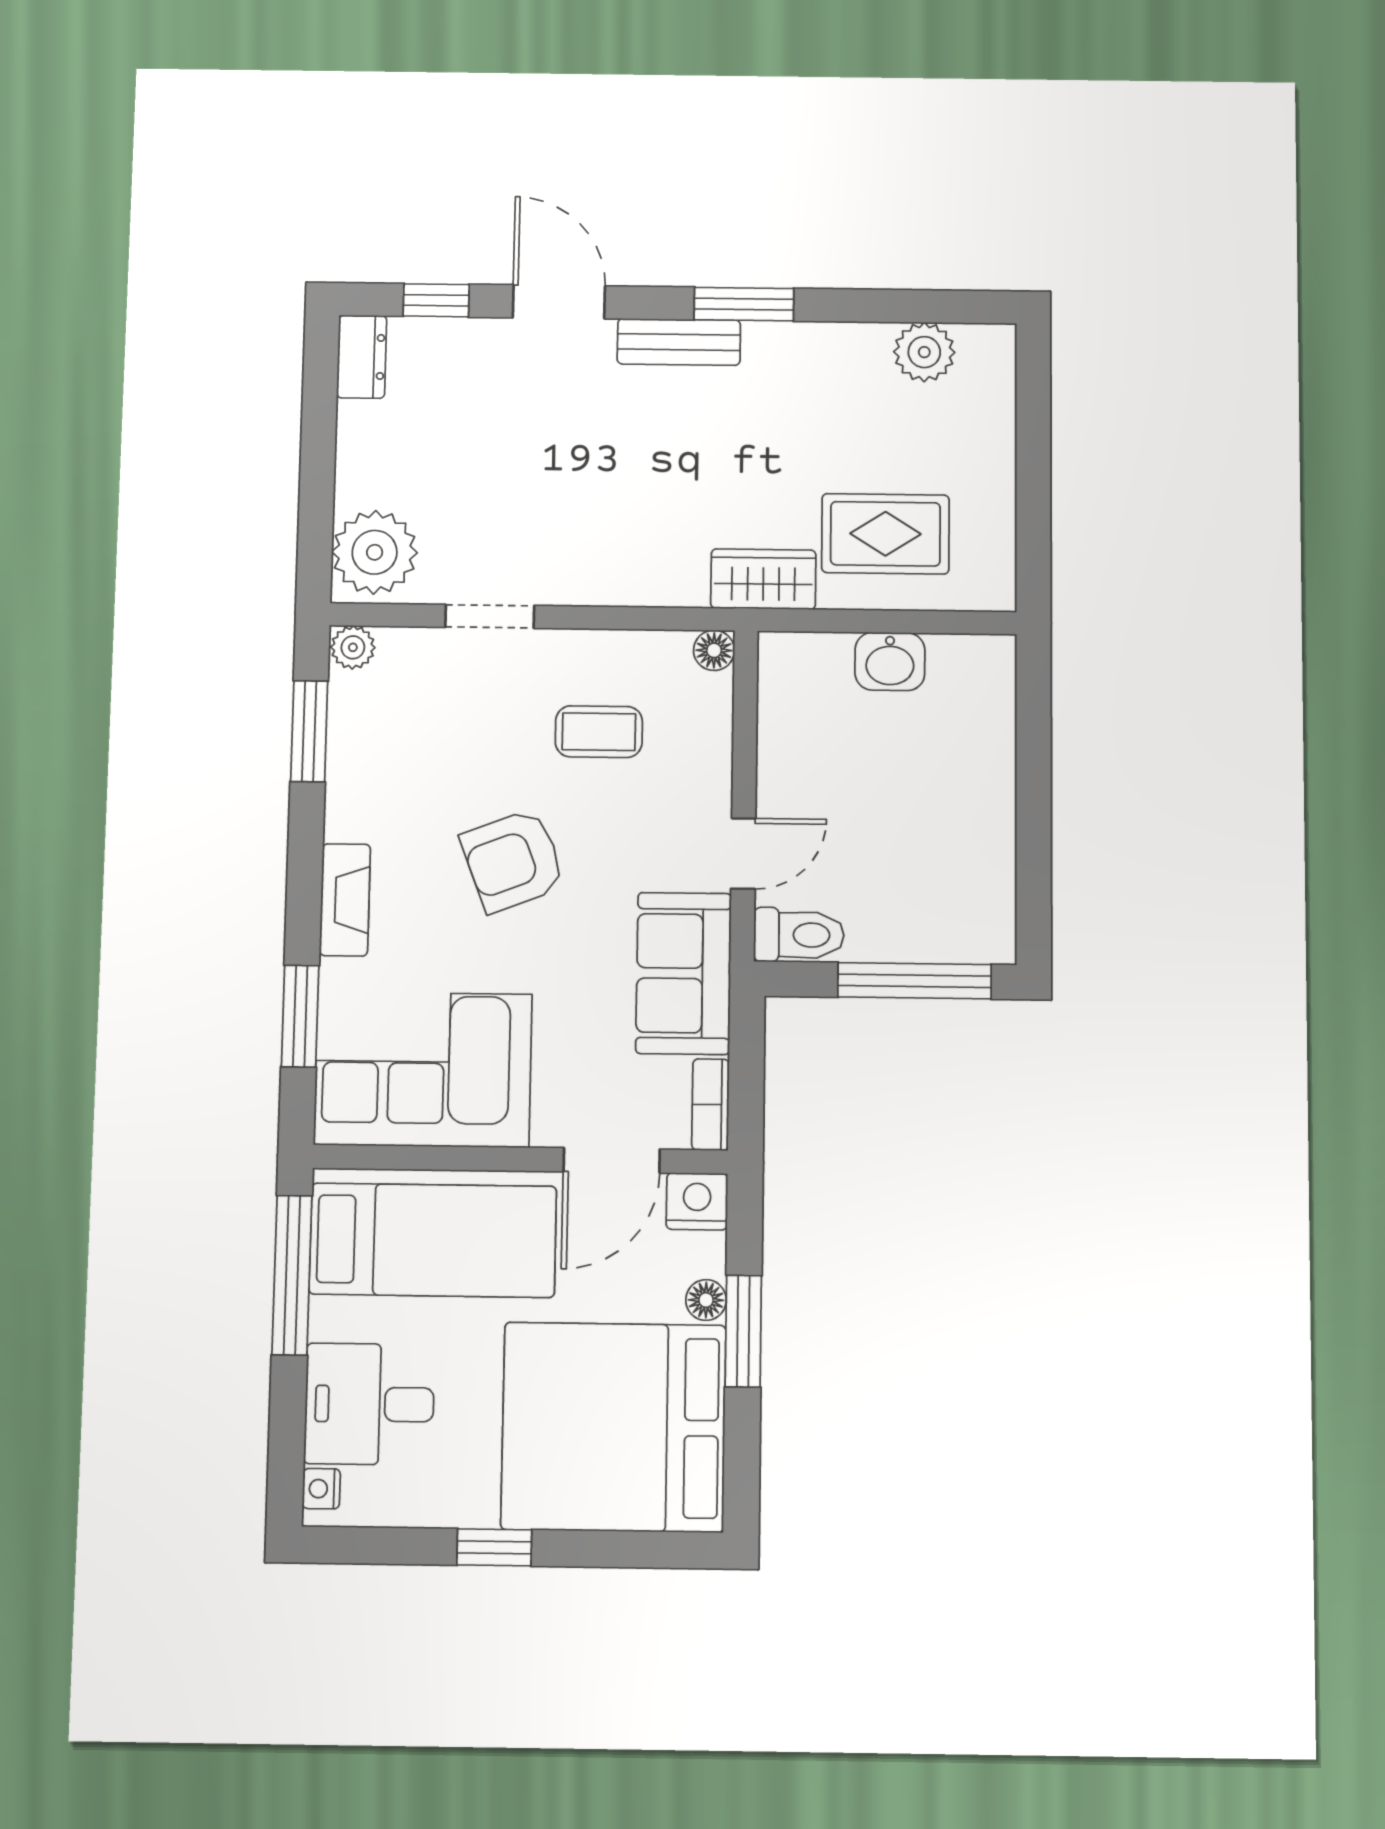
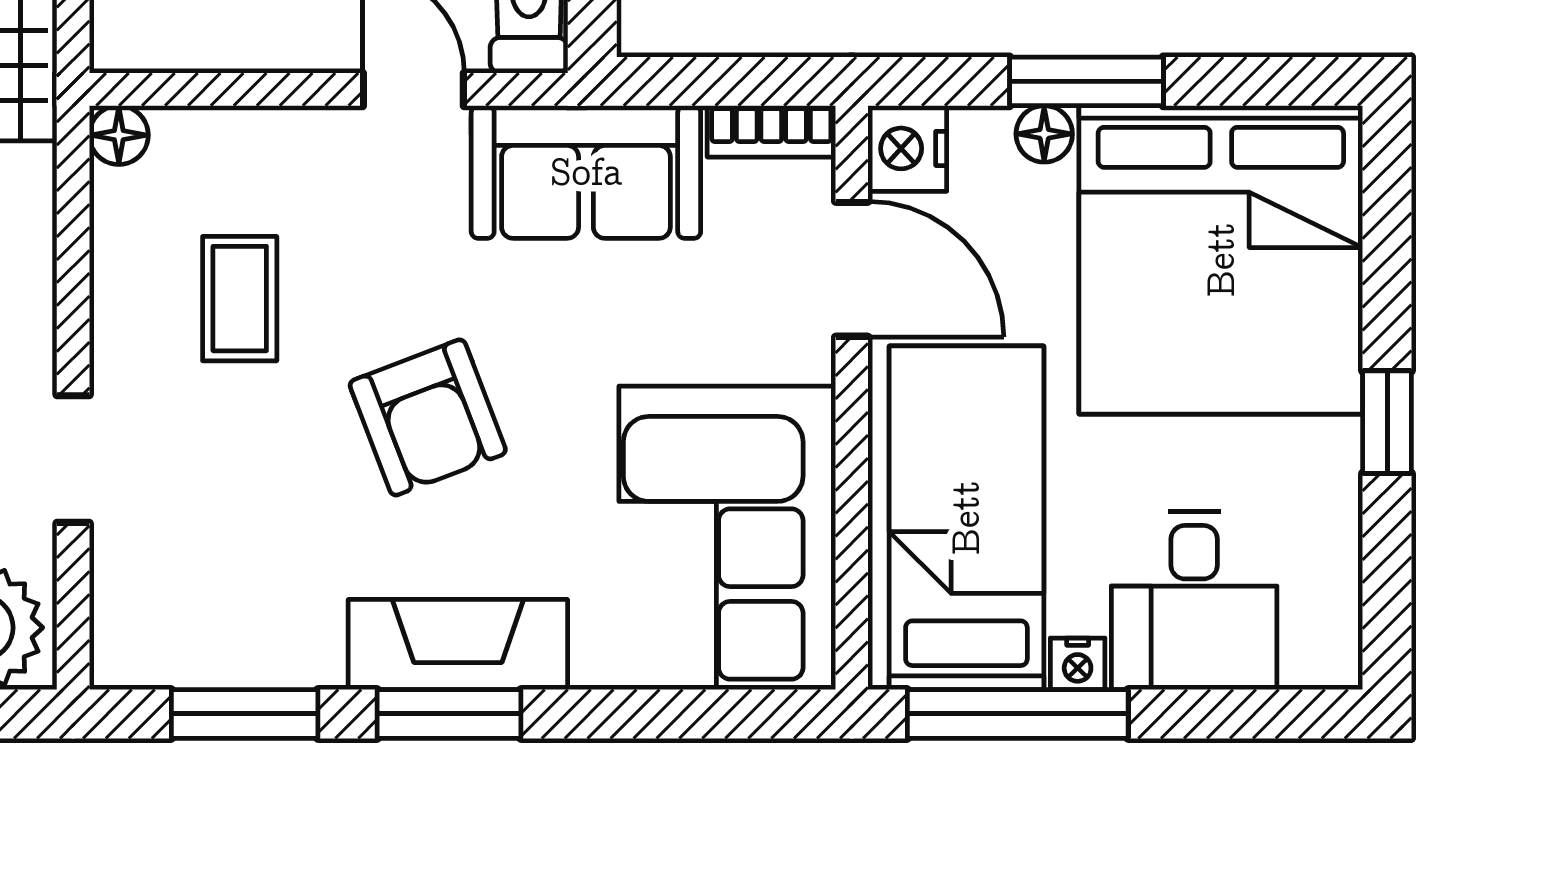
plant: (353, 647) -> (121, 655), removed
fireplace: (345, 900) -> (458, 645), width x1.37, depth x1.32
window: (300, 1016) -> (449, 714), moved
nightstand: (321, 1489) -> (1078, 664), moved

